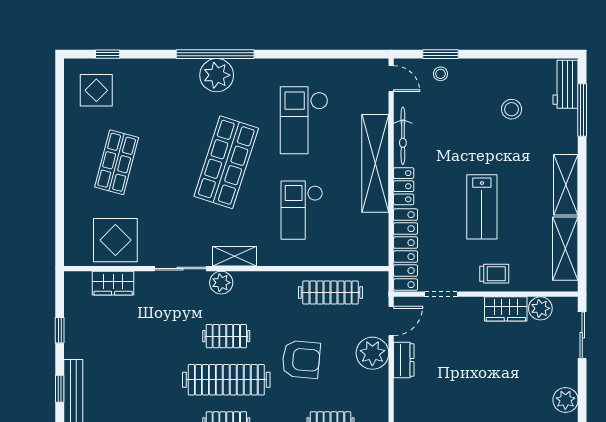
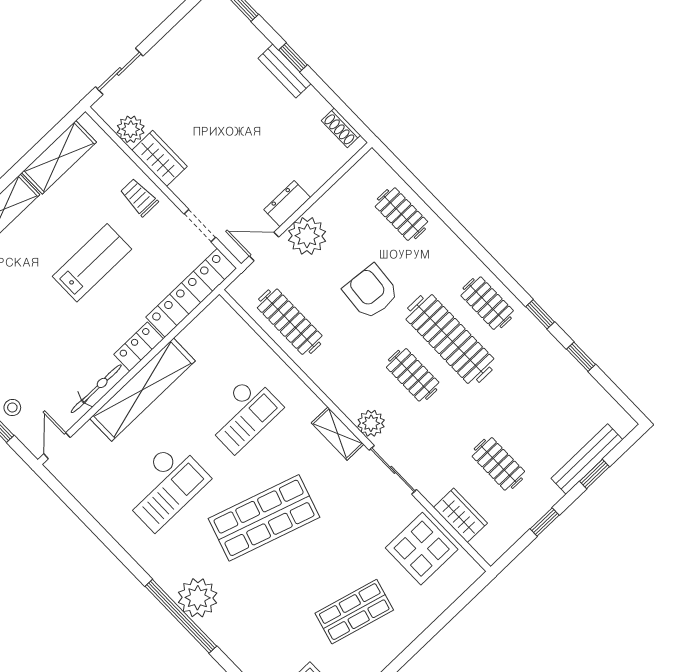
clothes rail: (122, 336) -> (498, 464), added
plant: (565, 400) -> (188, 32), removed

